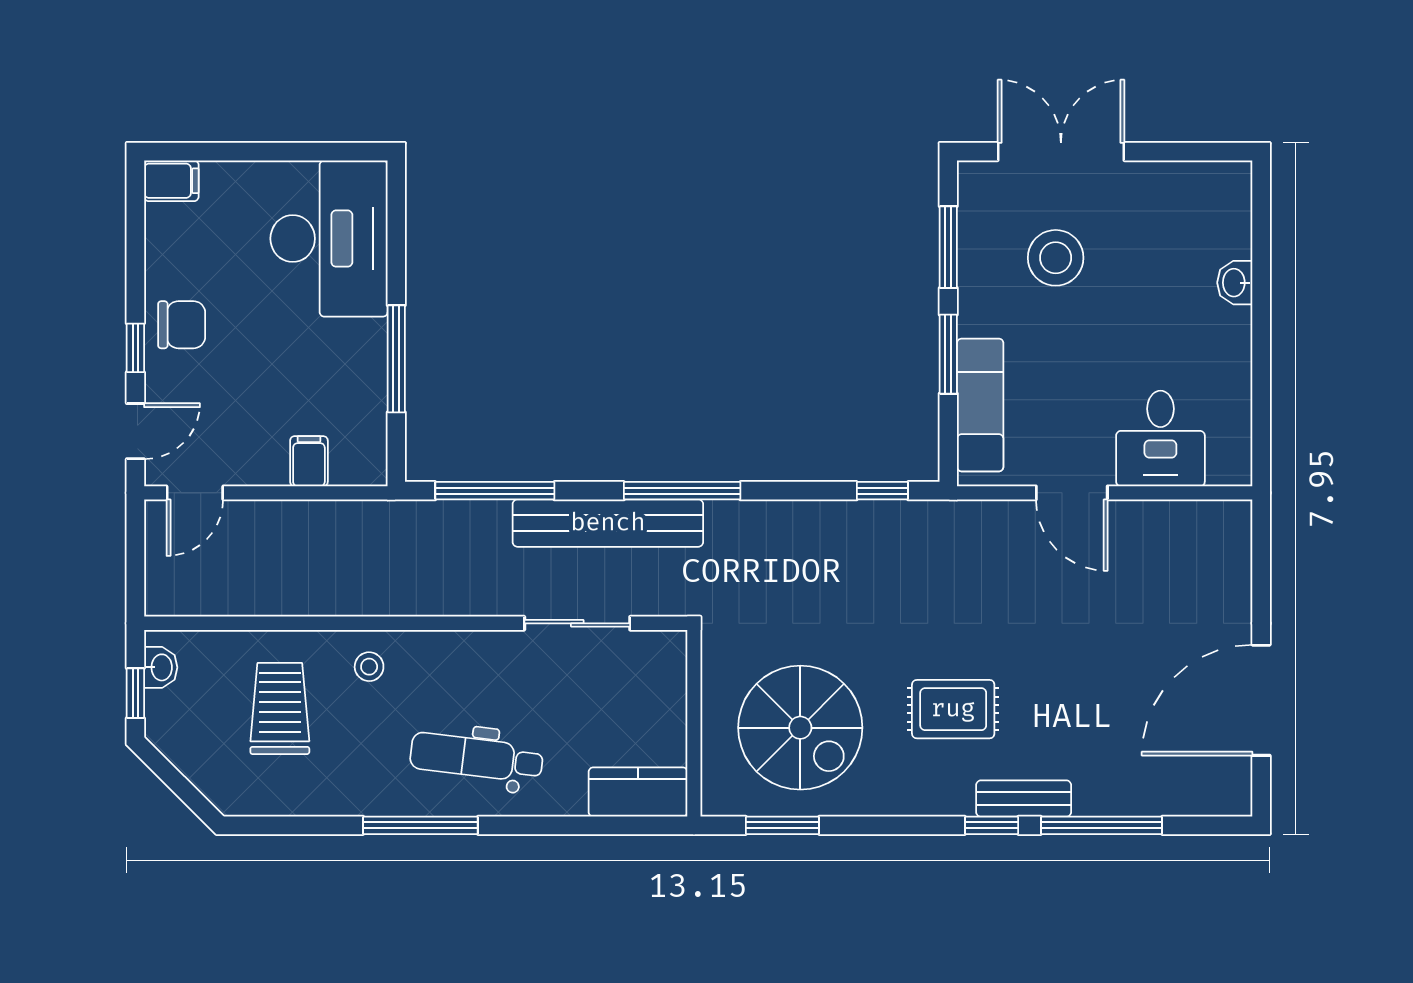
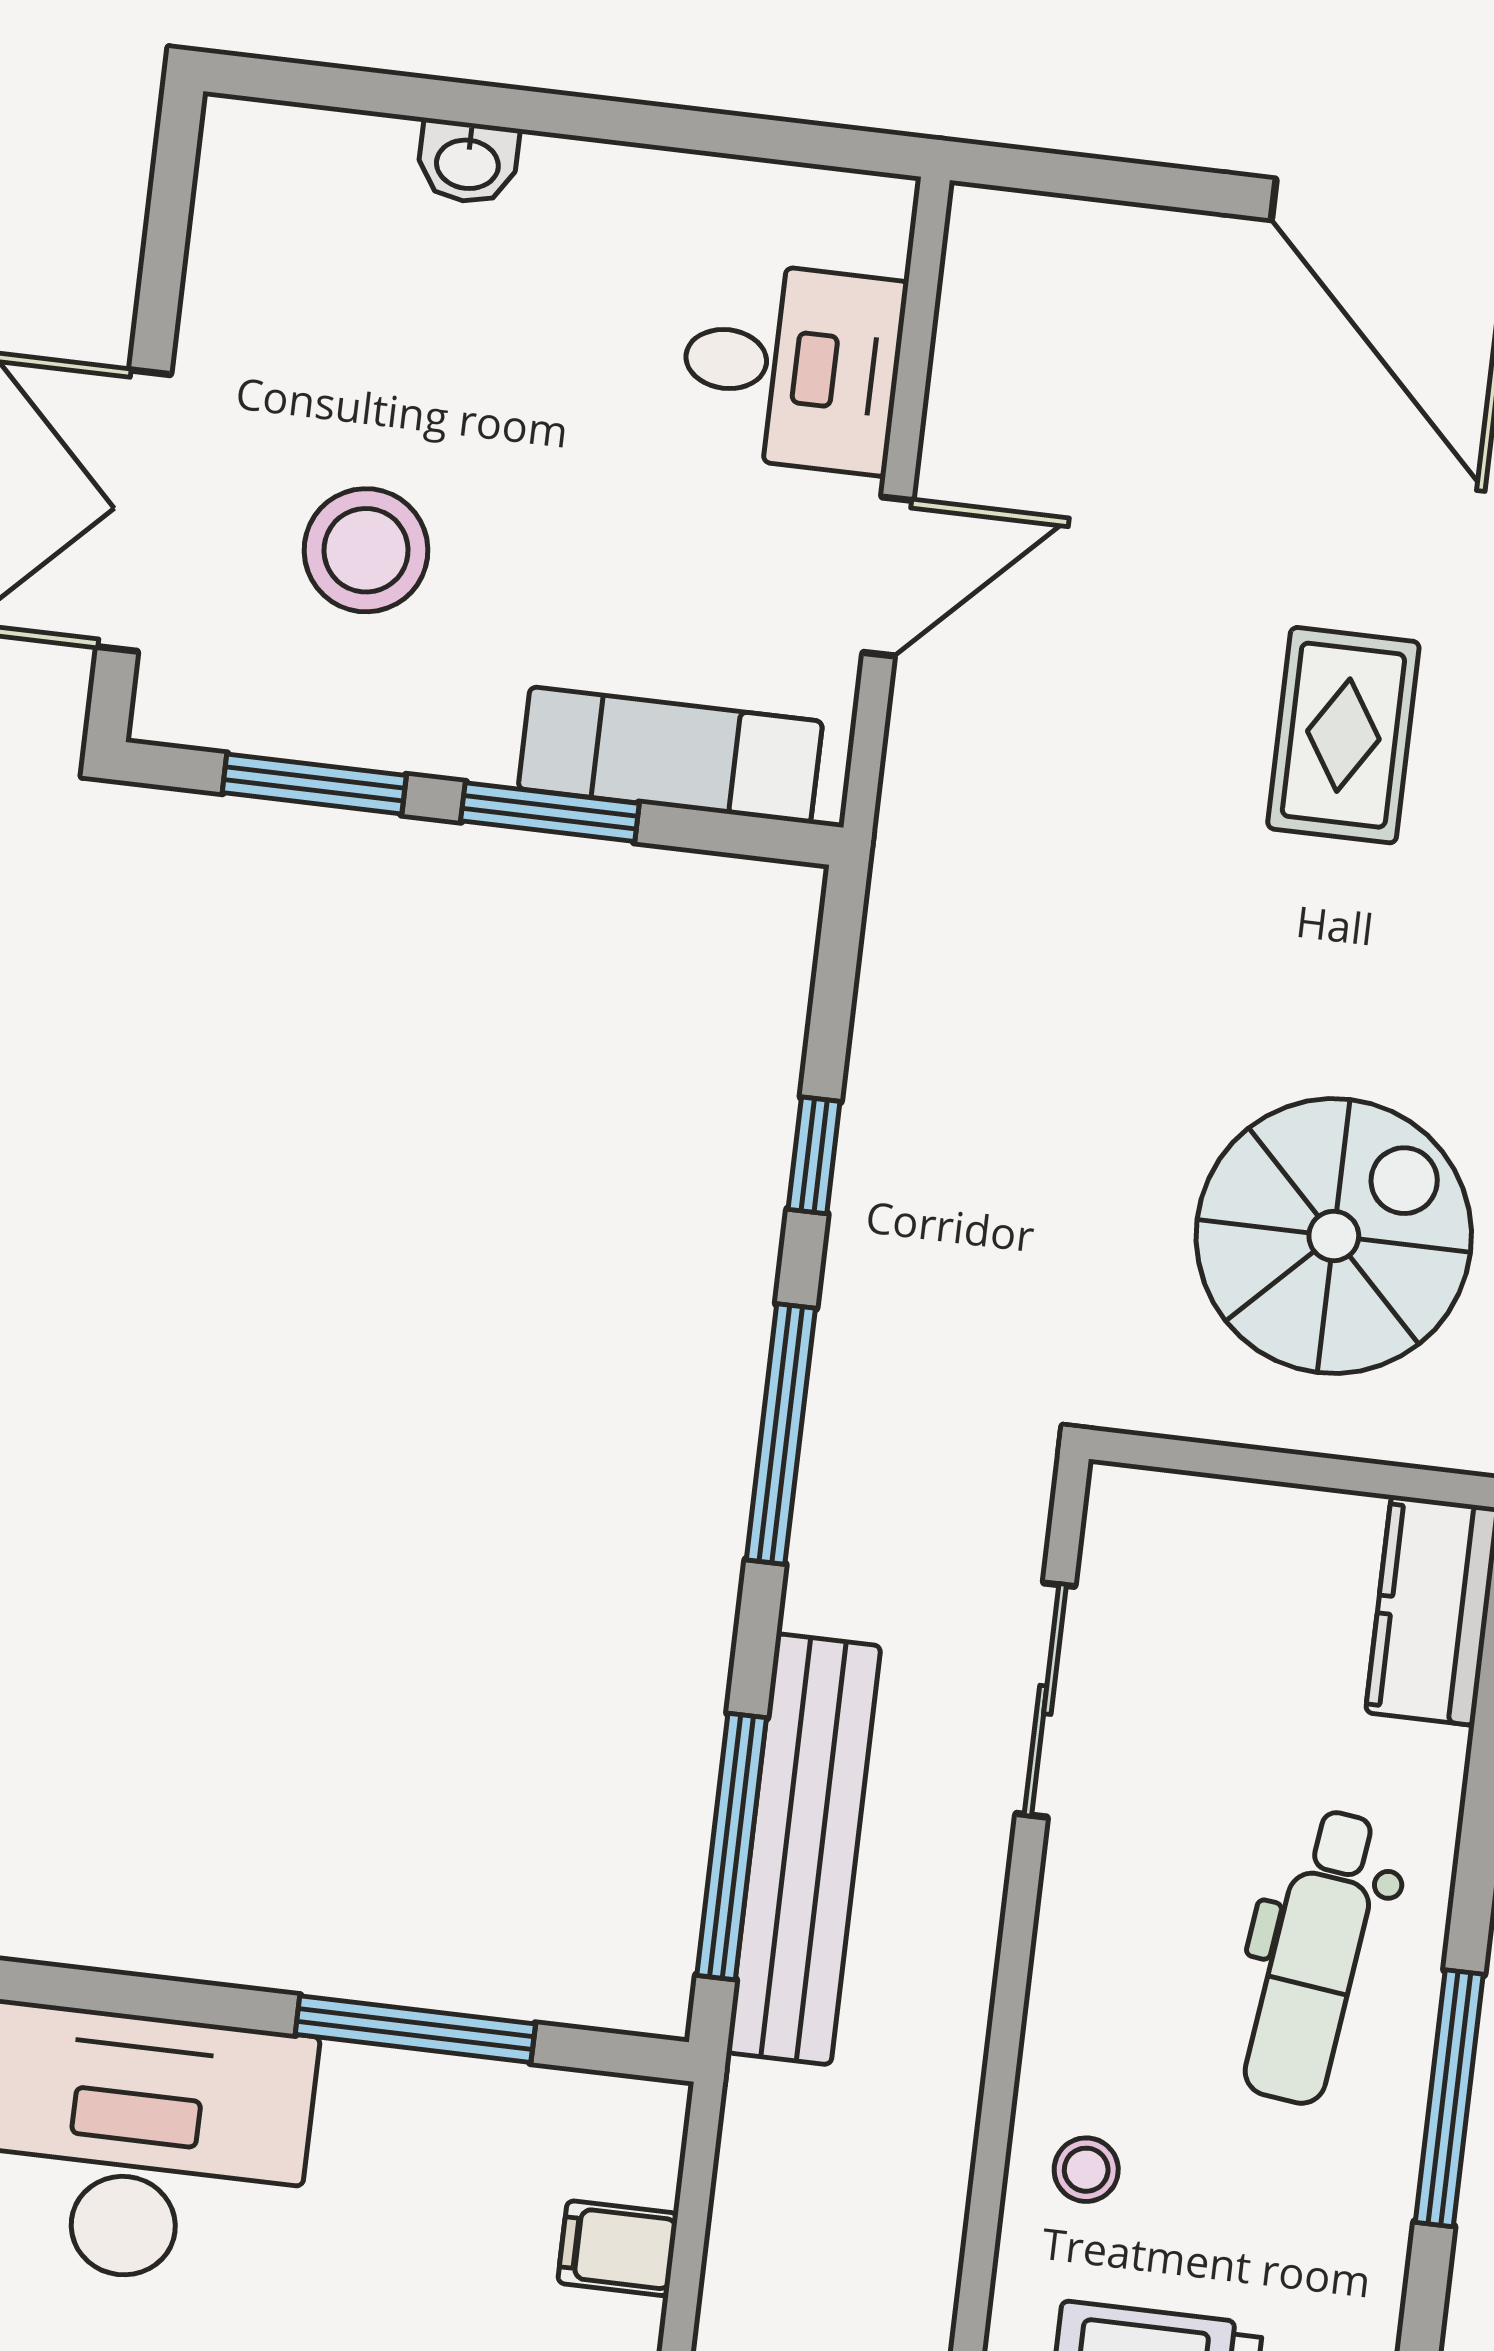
window: (882, 491) -> (814, 1155), moved
bench: (608, 523) -> (804, 1849), moved
rug: (953, 709) -> (1343, 735), moved

